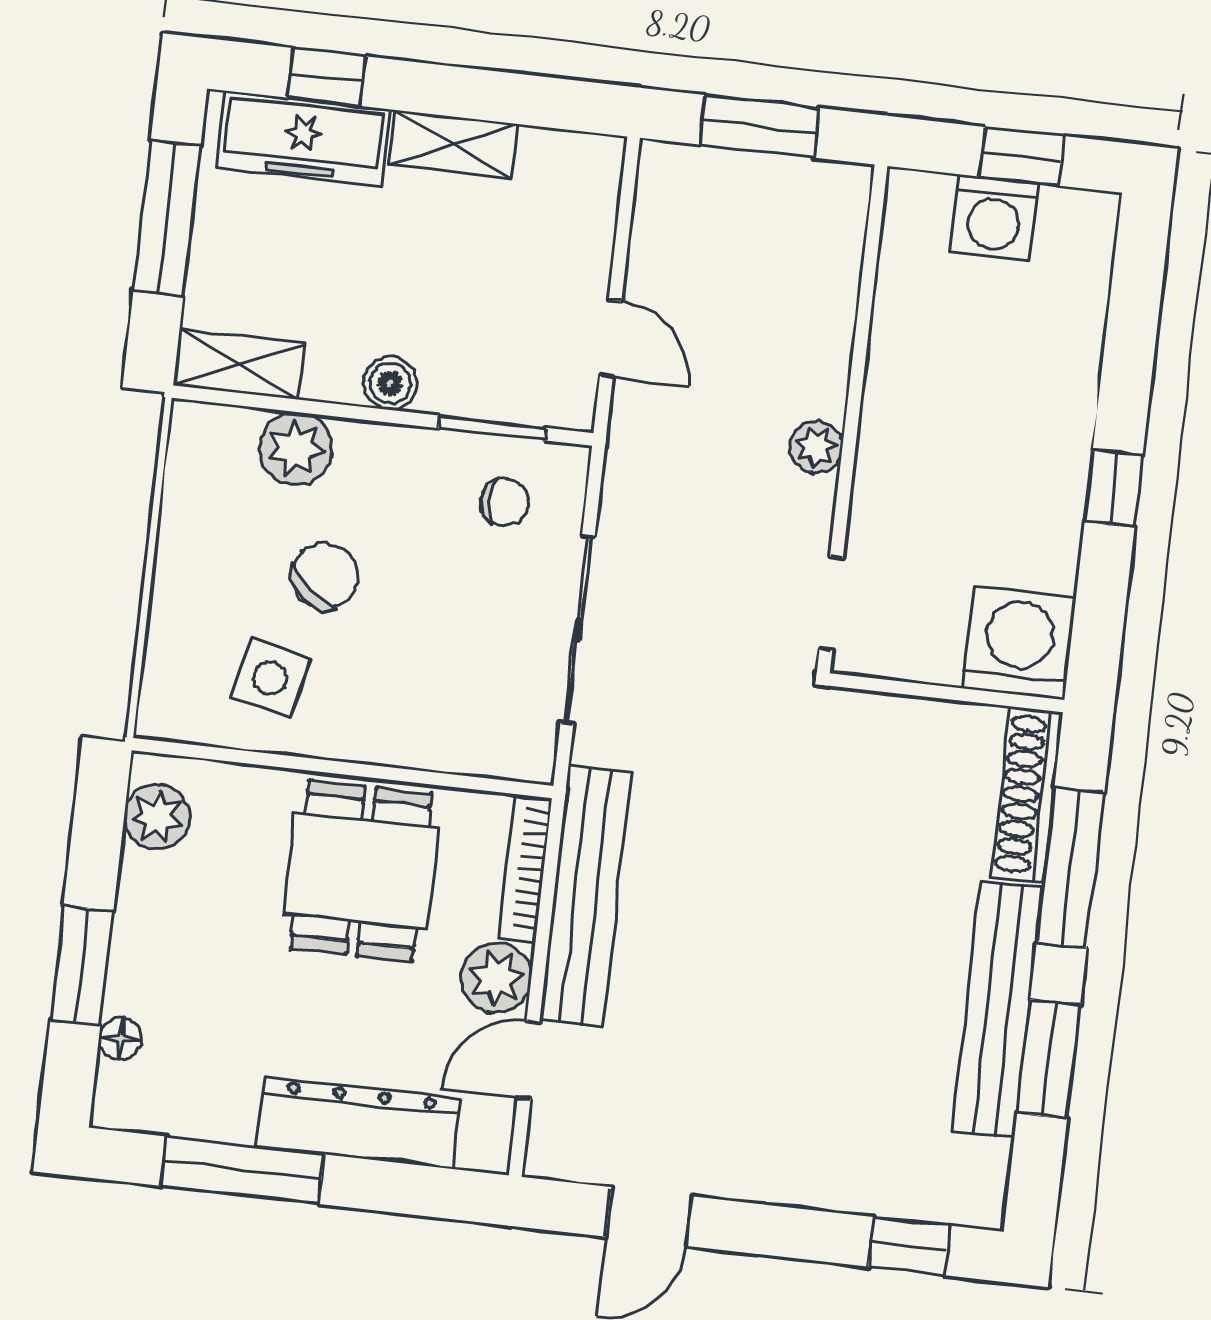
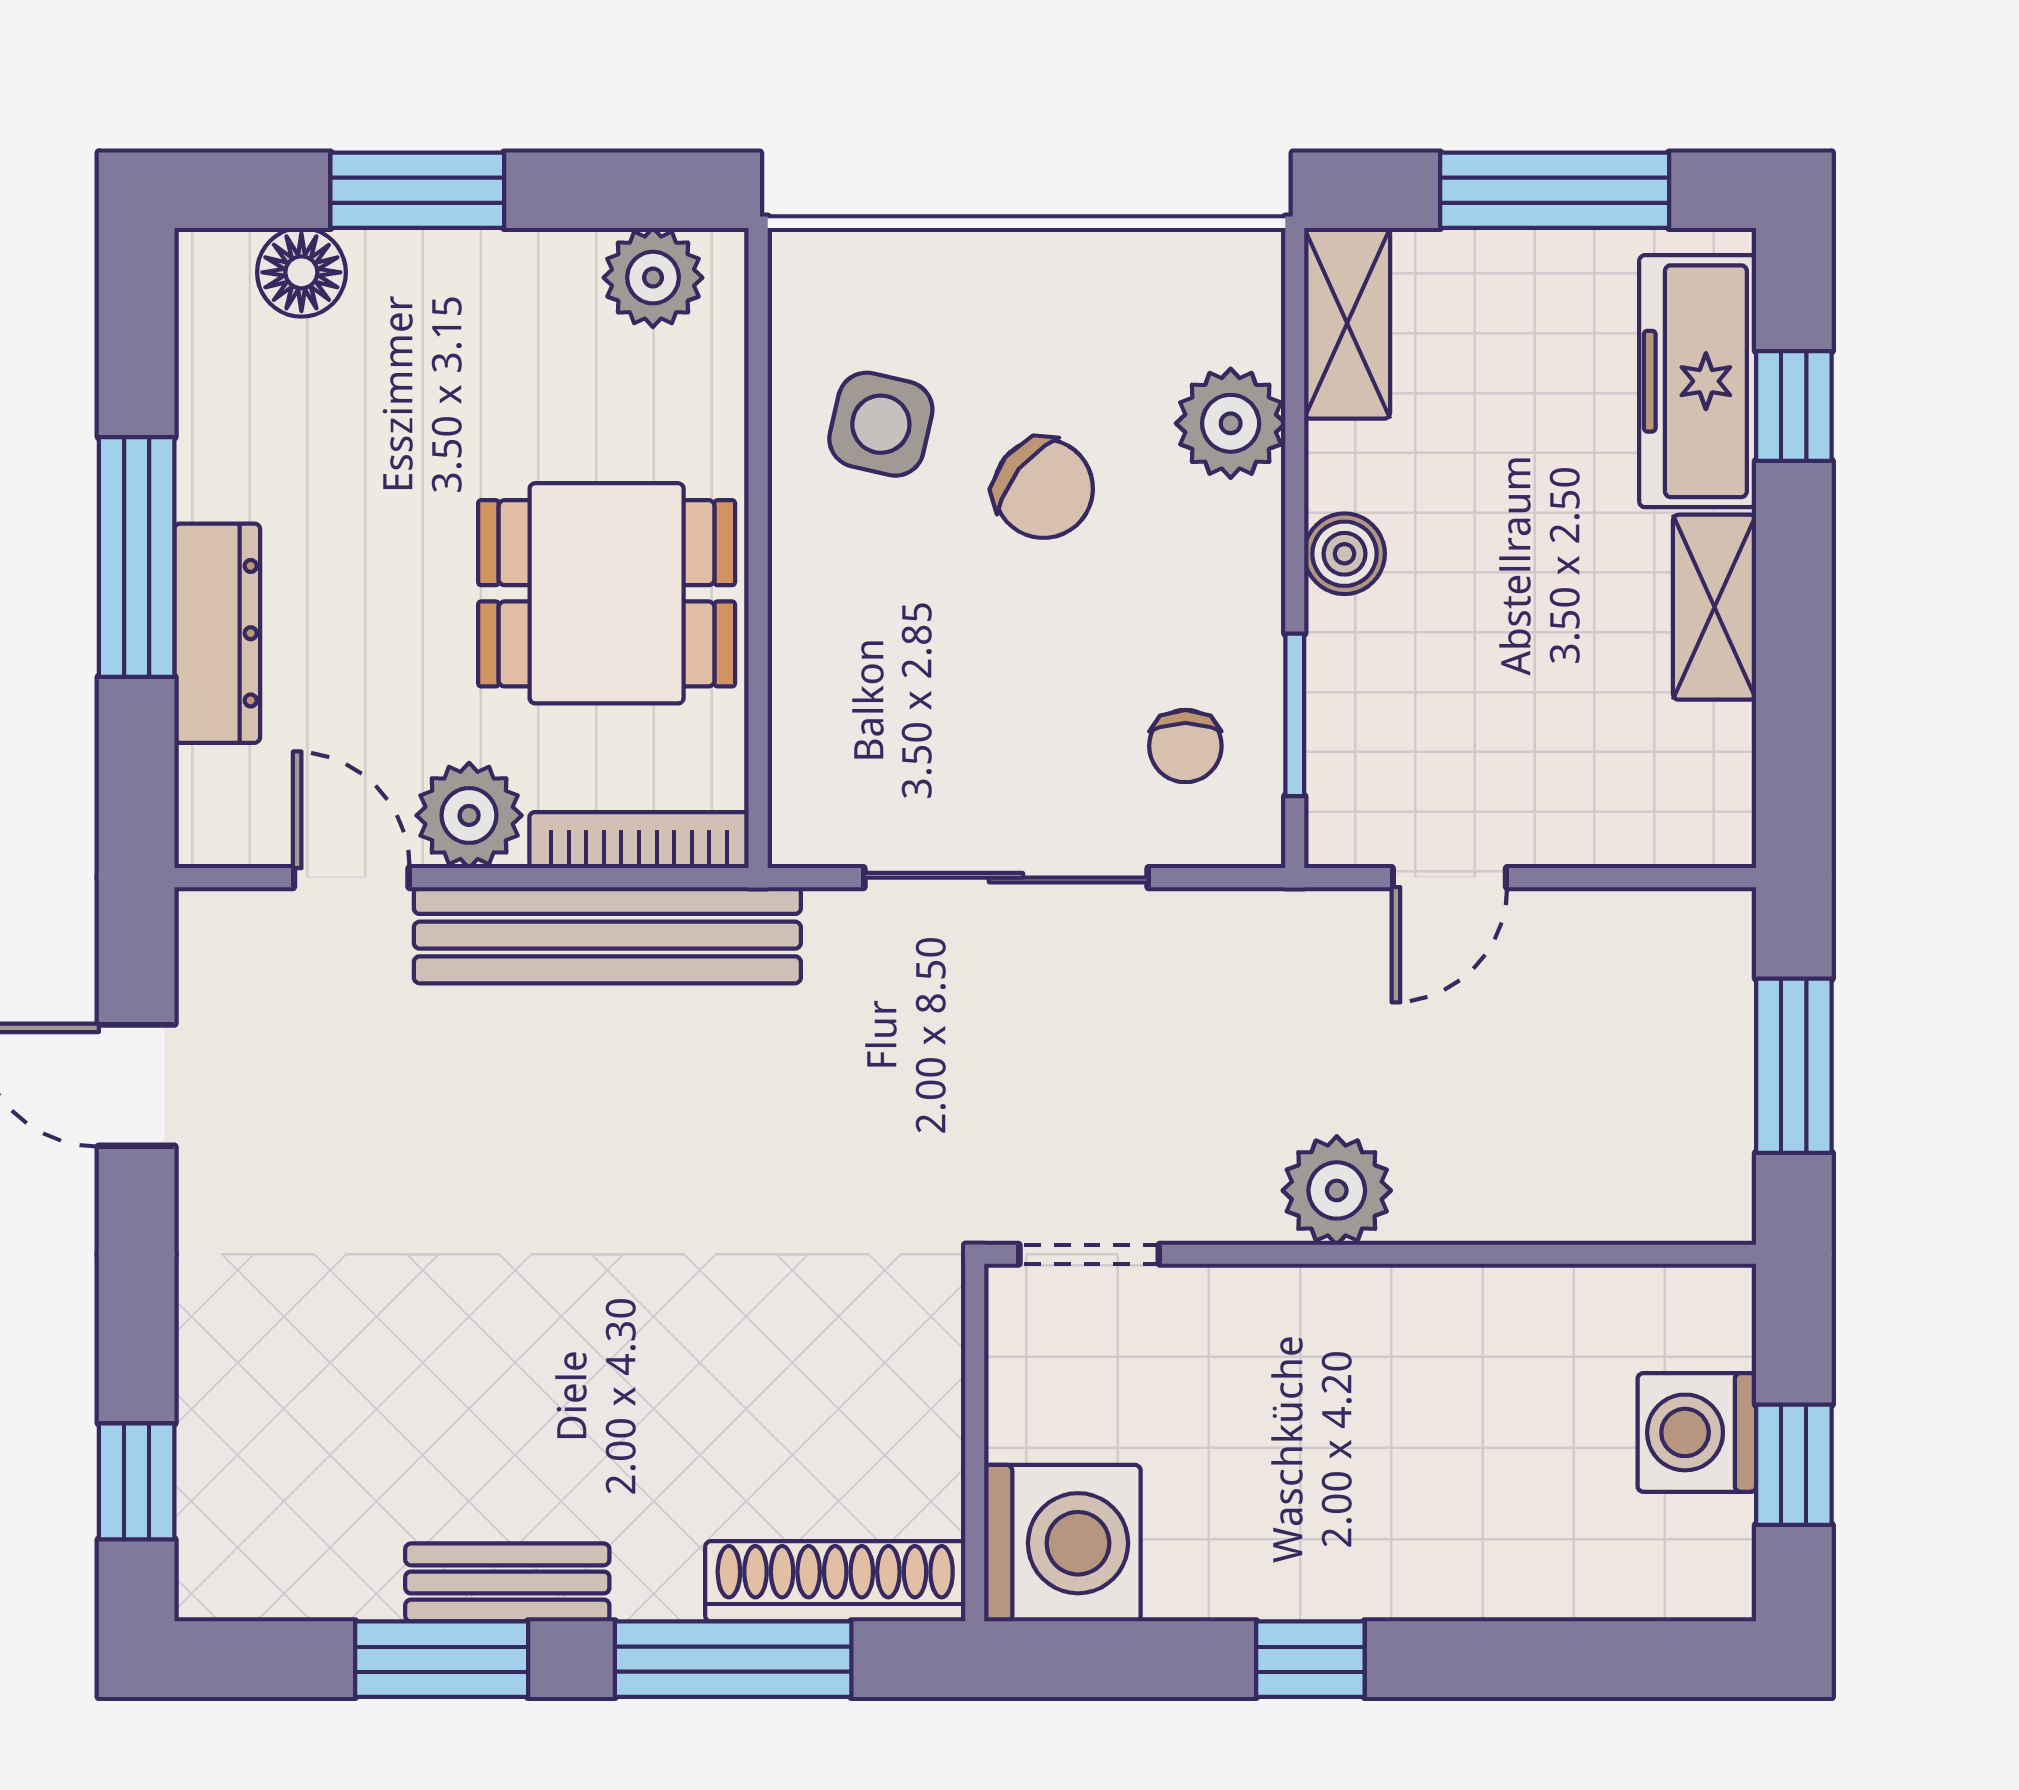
plant: (816, 447) -> (1337, 1190), width x1.38, depth x1.38
bench: (998, 1010) -> (507, 1582), width x0.54, depth x0.82
floor lamp: (120, 1039) -> (301, 272), width x1.37, depth x1.37
dresser: (359, 1123) -> (217, 633), width x0.73, depth x0.80
window: (243, 1170) -> (137, 557), moved

